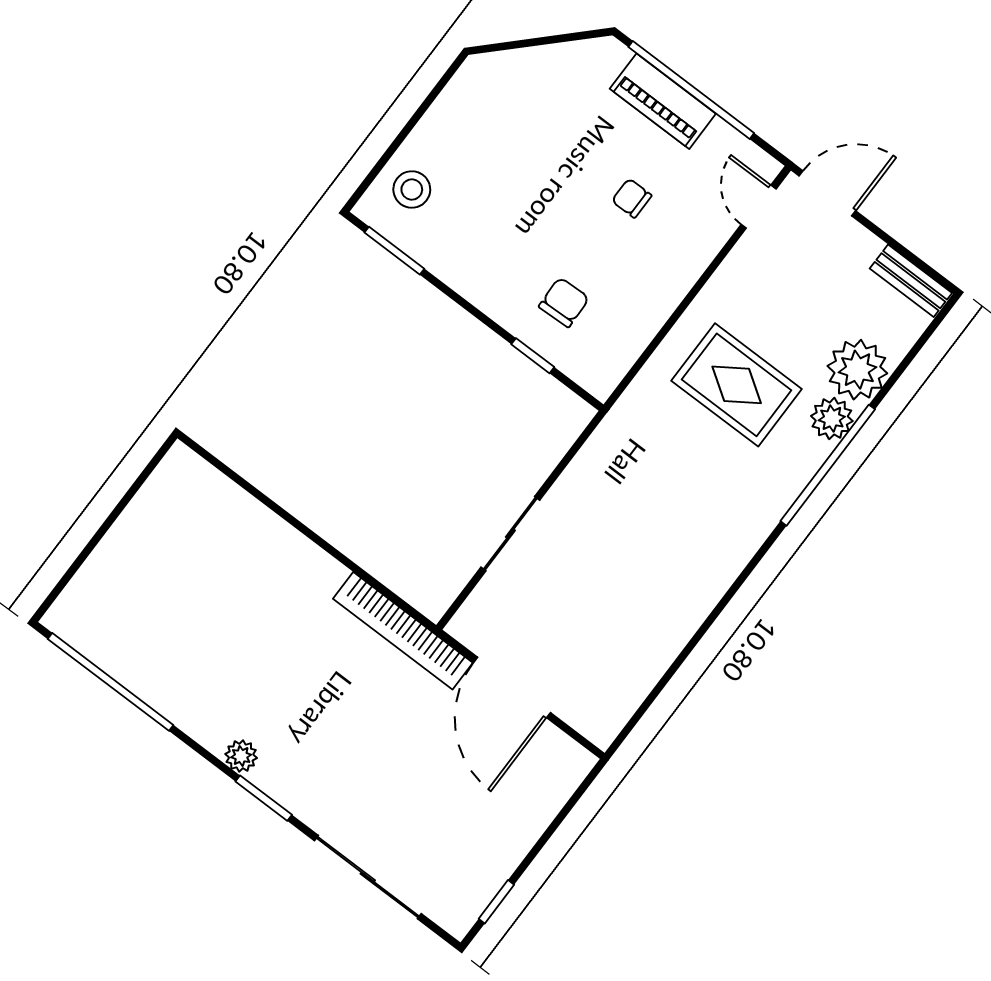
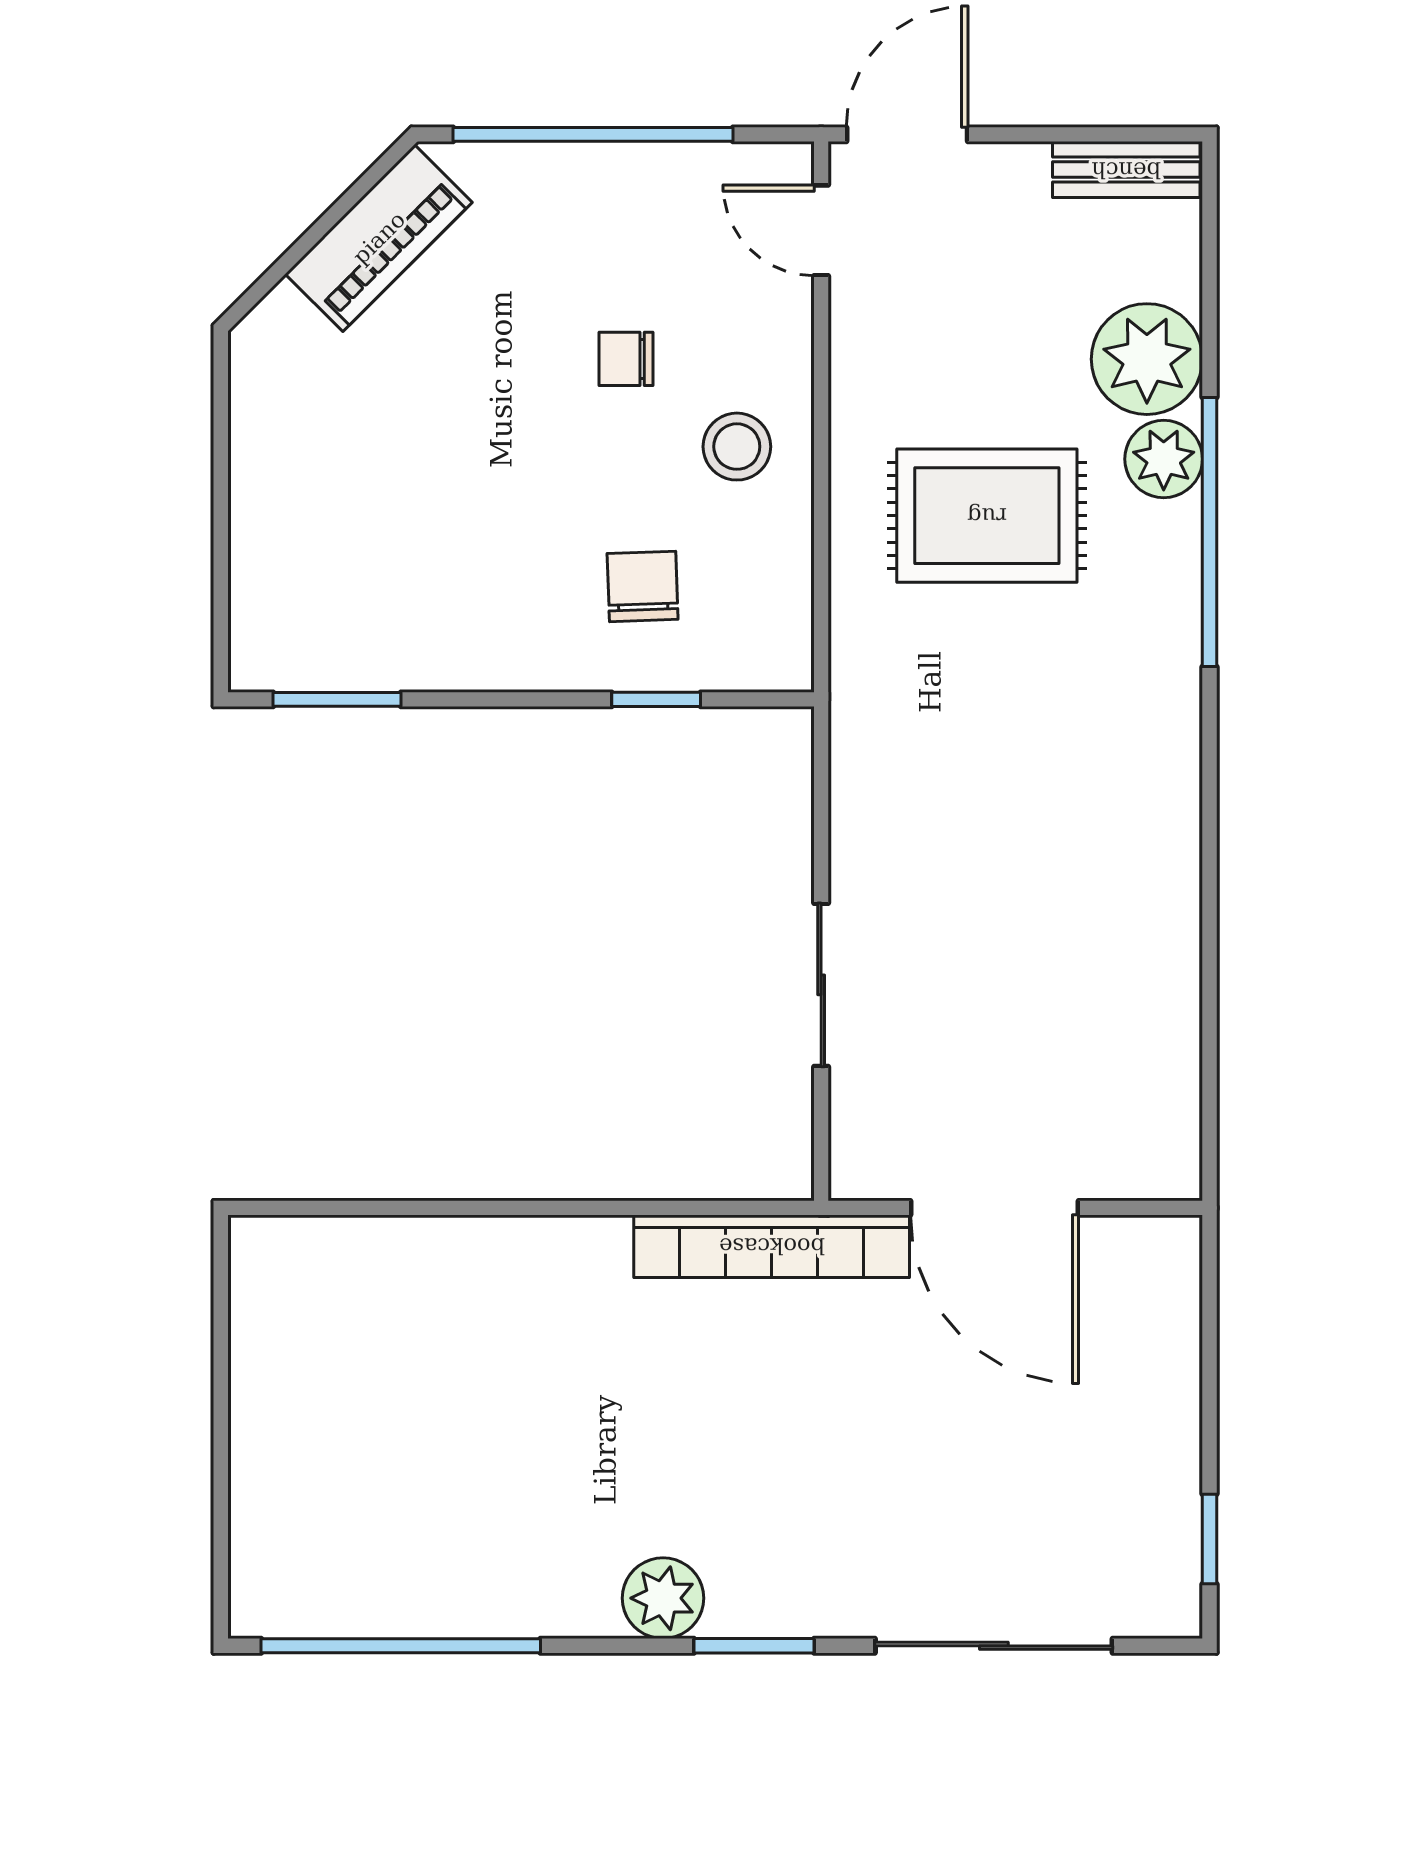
piano: (663, 101) -> (379, 238), moved, turned -45
stool: (412, 189) -> (737, 447), moved
plant: (241, 756) -> (663, 1598), width x1.38, depth x1.38

